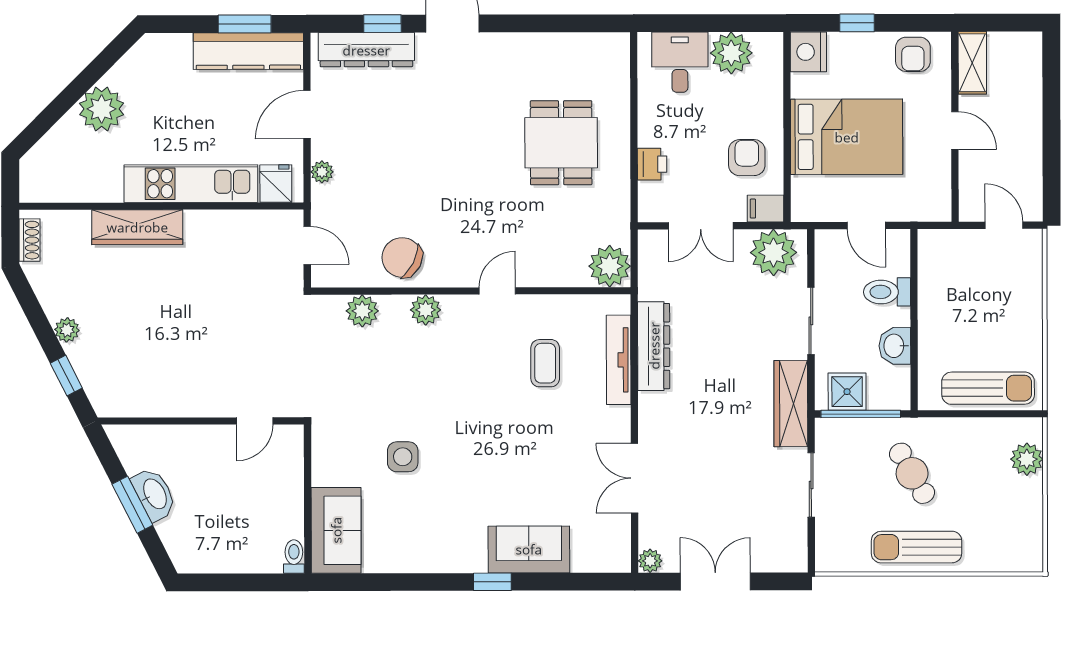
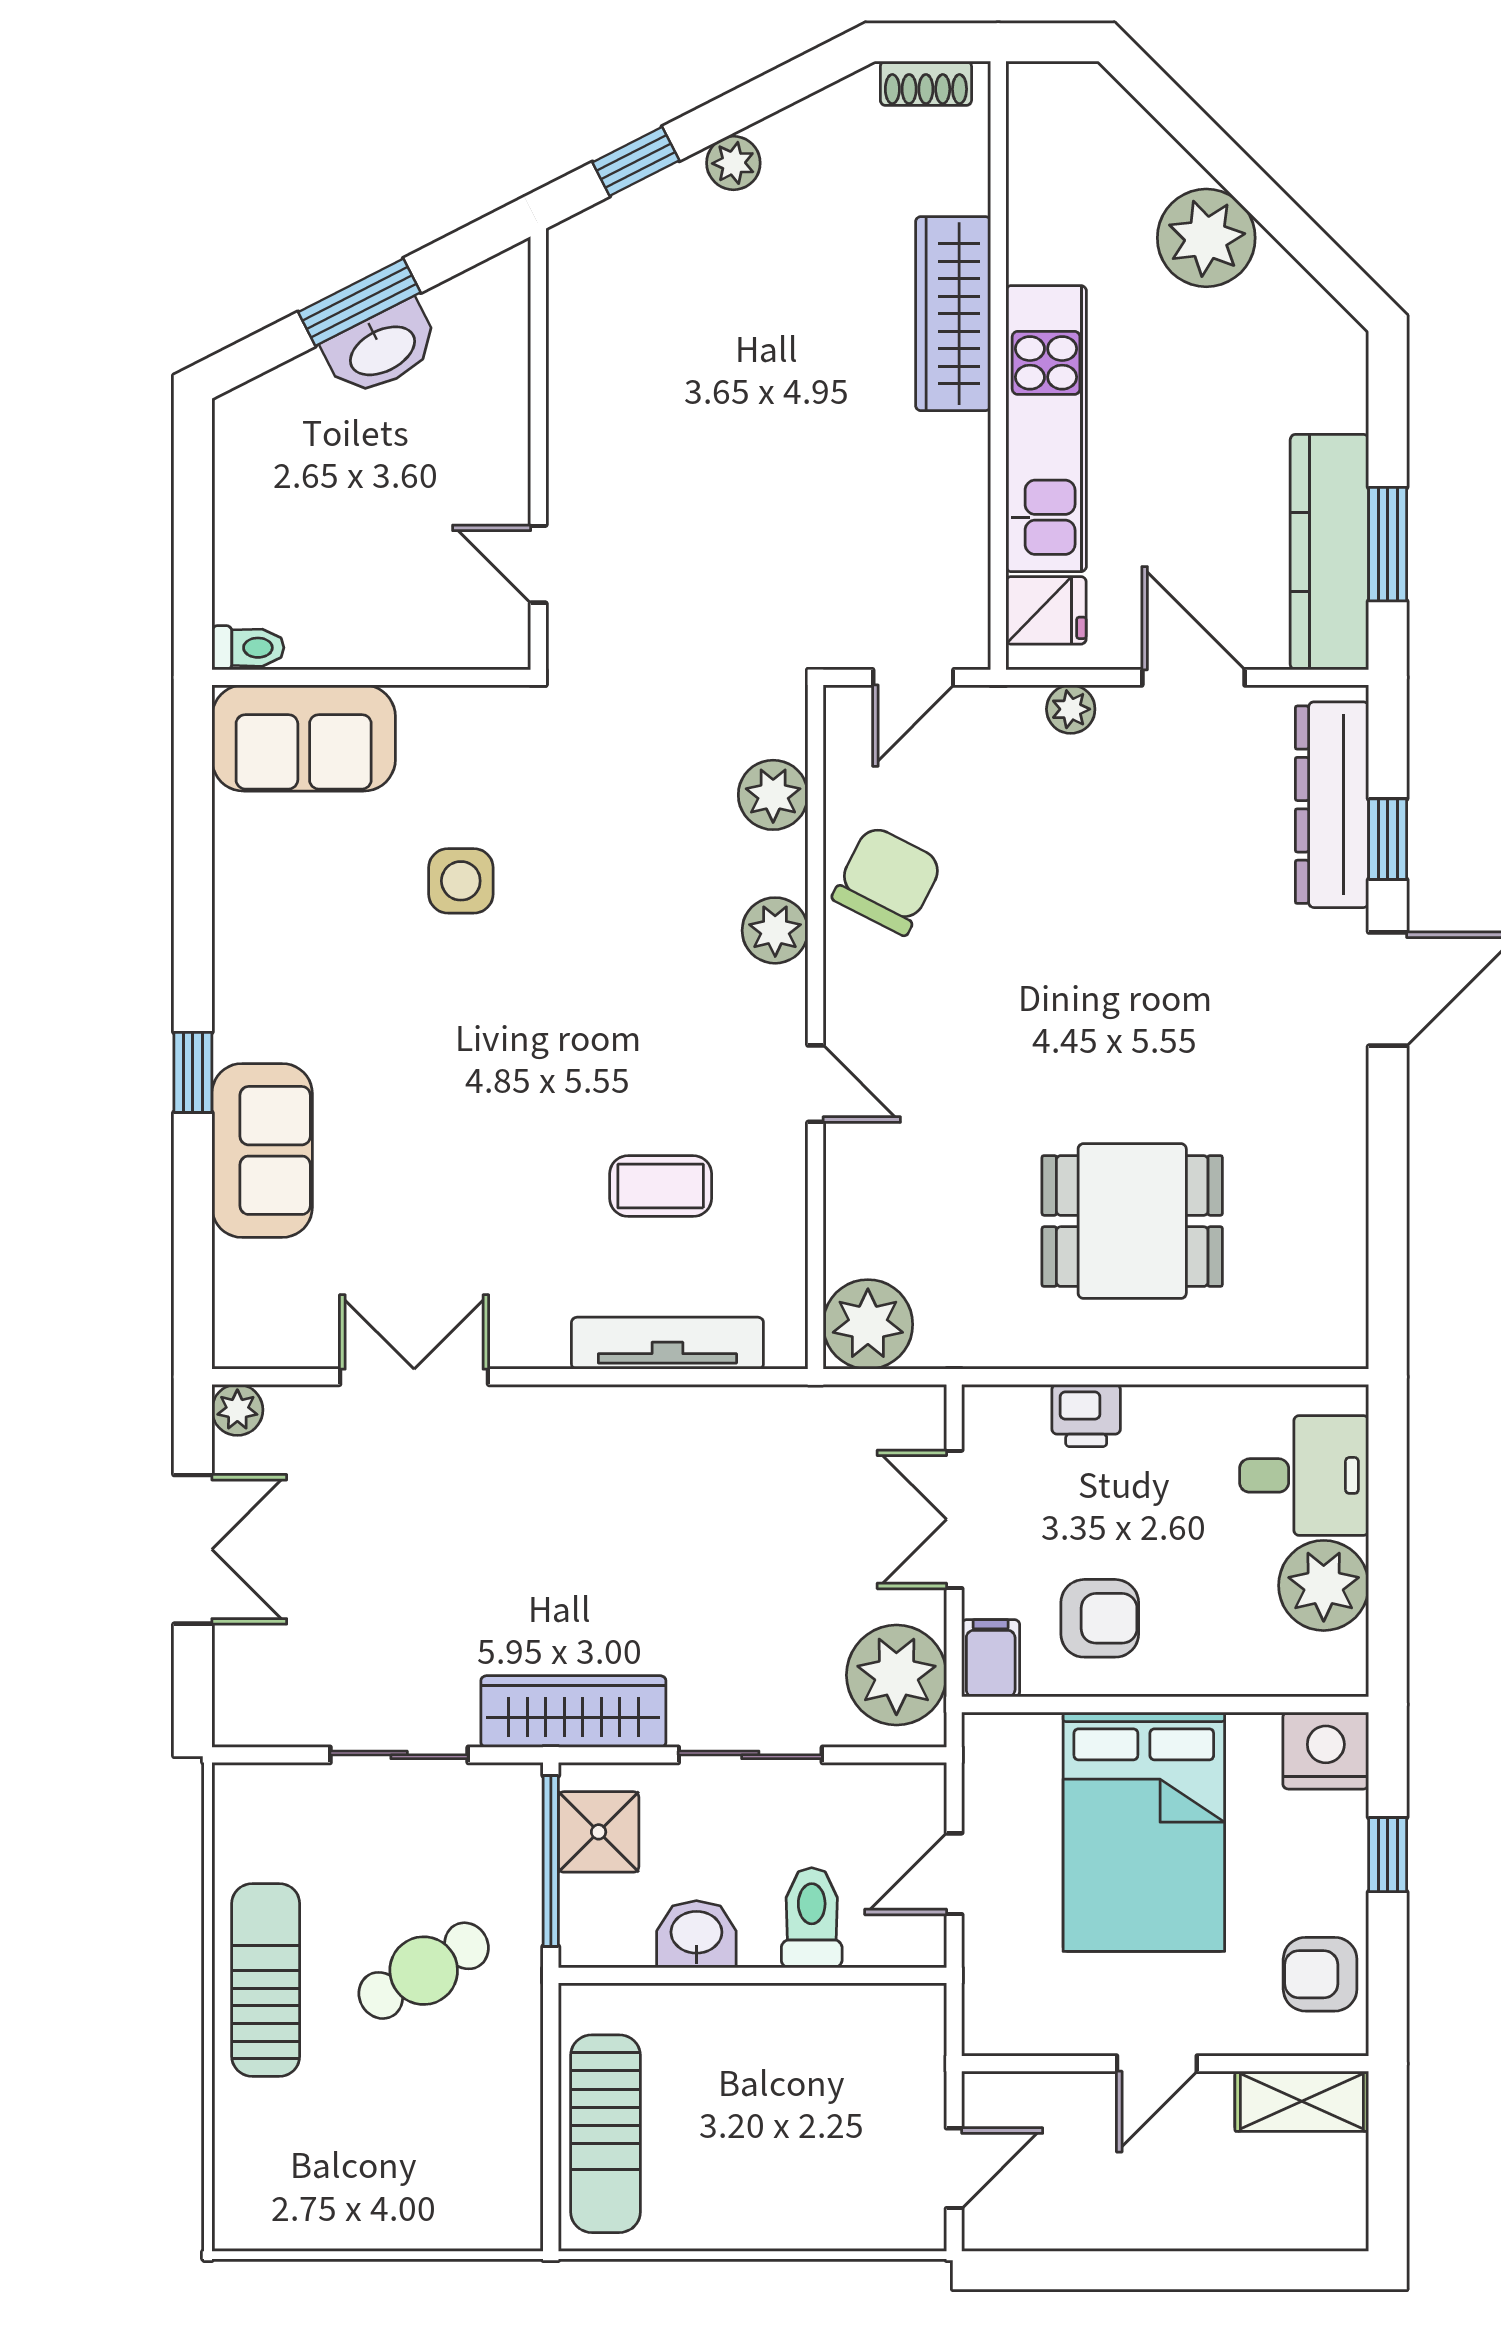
dresser: (654, 346) -> (697, 1418), removed
plant: (1027, 459) -> (453, 2216), removed

